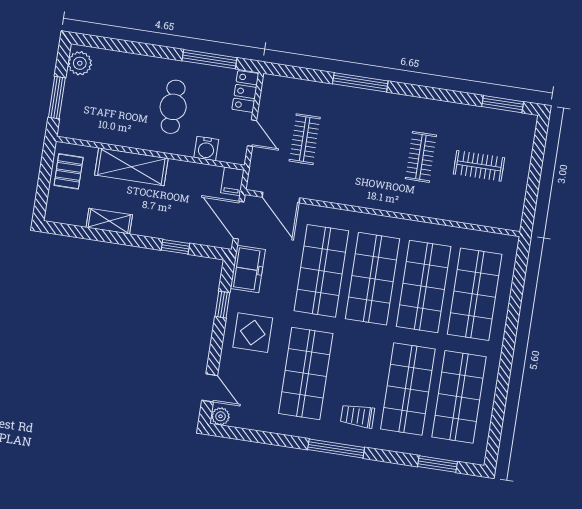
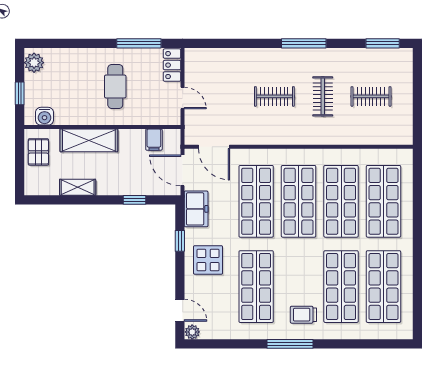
window: (360, 82) -> (304, 43), moved
window: (57, 98) -> (20, 93), width x0.67
clothes rail: (305, 139) -> (274, 96), moved, turned 90
water cooler: (206, 148) -> (45, 116), moved
filing cabinet: (232, 181) -> (154, 140), moved
window: (437, 464) -> (374, 344), removed

